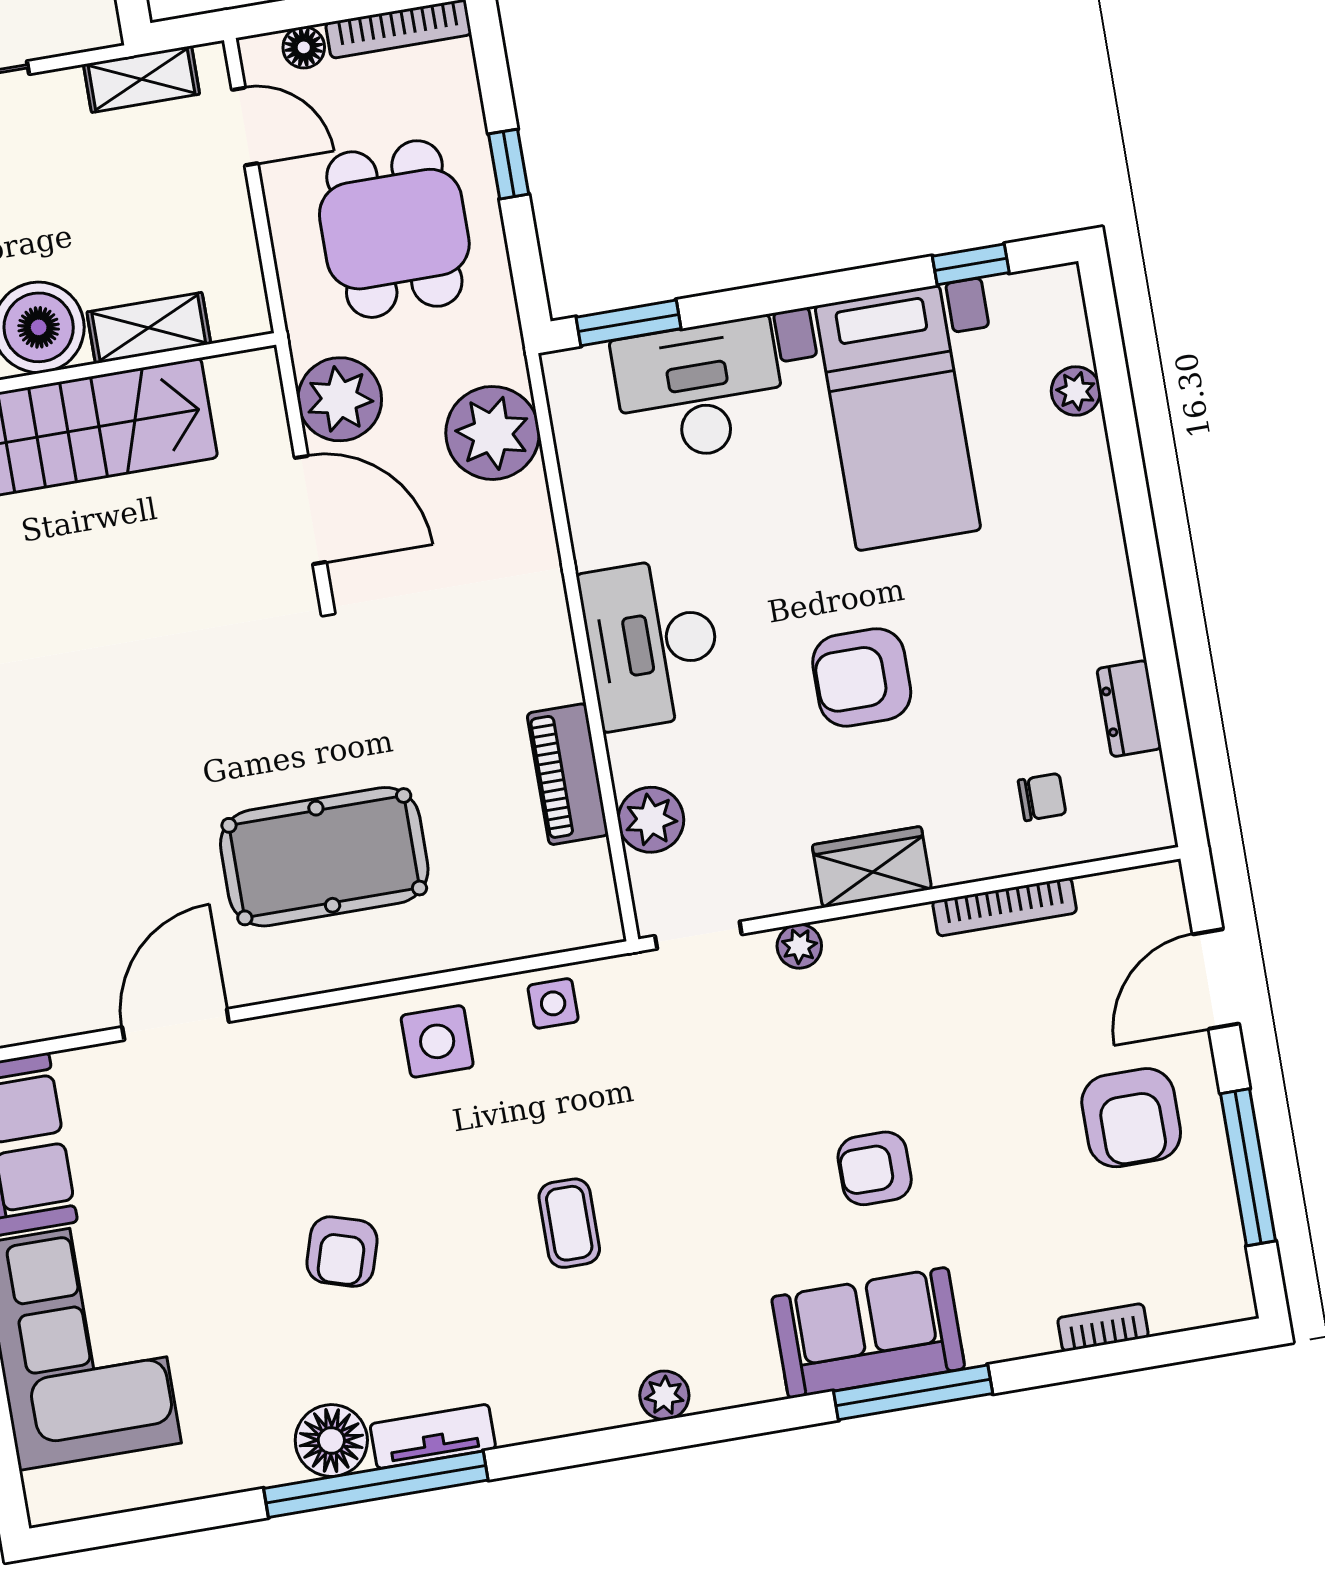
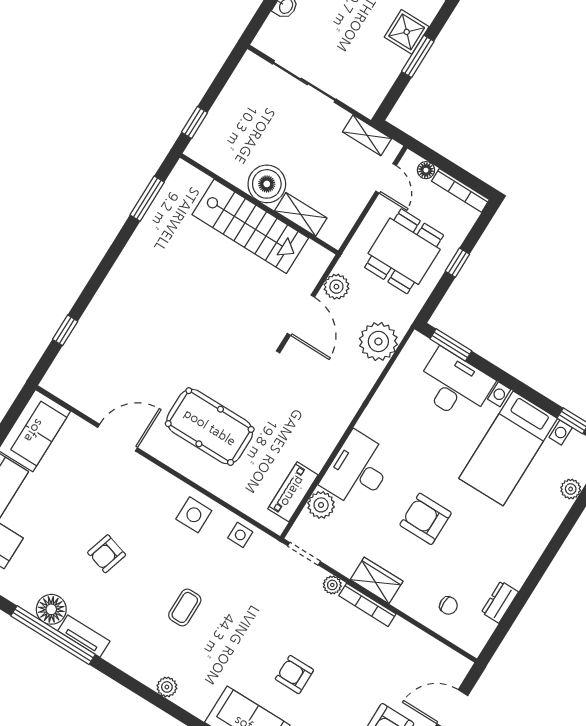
plant: (340, 399) -> (336, 287), width x0.73, depth x0.73
desk: (652, 643) -> (358, 470), moved
piano: (568, 774) -> (293, 492), moved
bookcase: (1005, 907) -> (367, 605), moved

